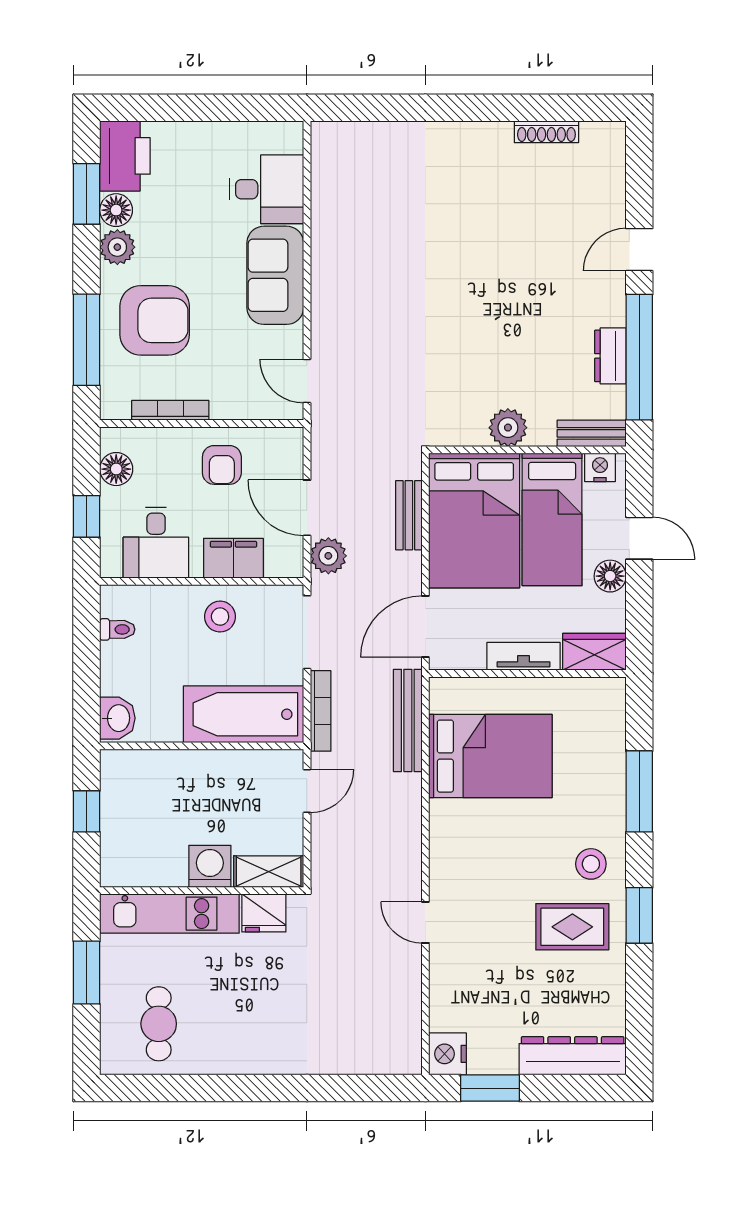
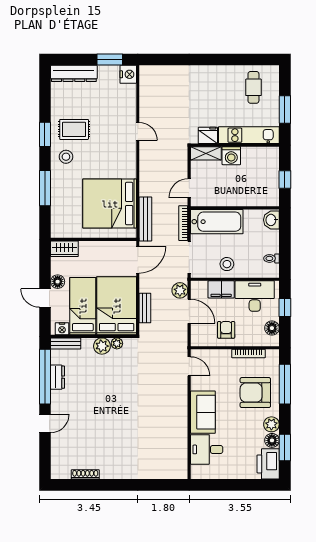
plant: (473, 434) -> (117, 343), added
desk: (156, 543) -> (255, 296), width x1.37
tv unit: (523, 656) -> (95, 247), removed
bed: (490, 756) -> (110, 204), width x1.36

